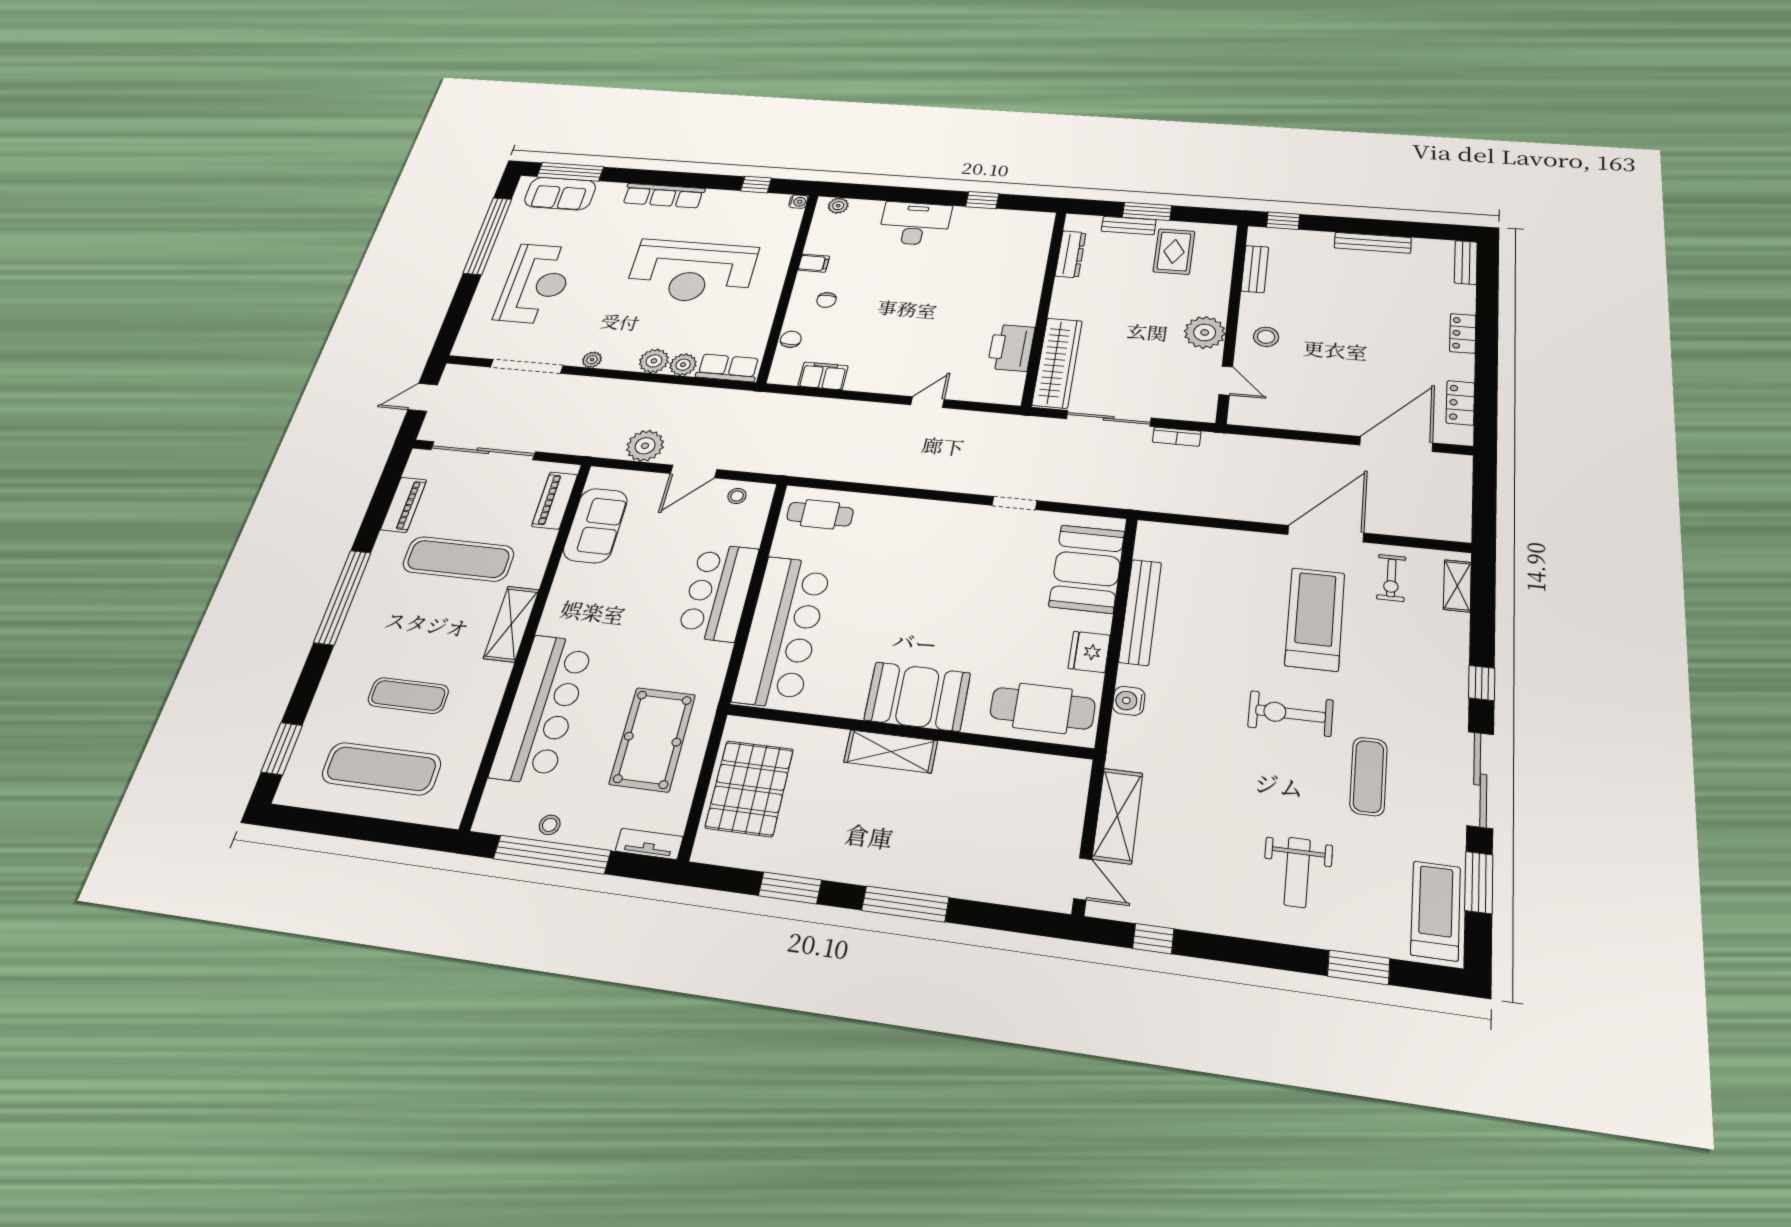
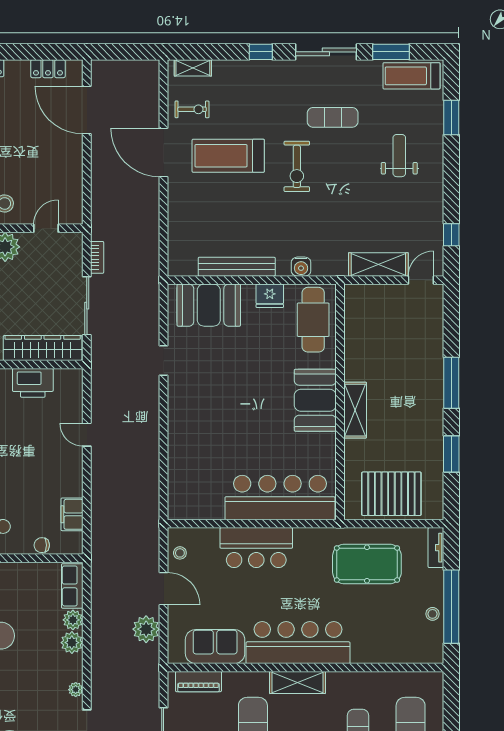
cafe table: (820, 514) -> (188, 492), removed
bar counter: (542, 709) -> (298, 643), moved
weight bench: (1297, 872) -> (399, 156), turned -90

